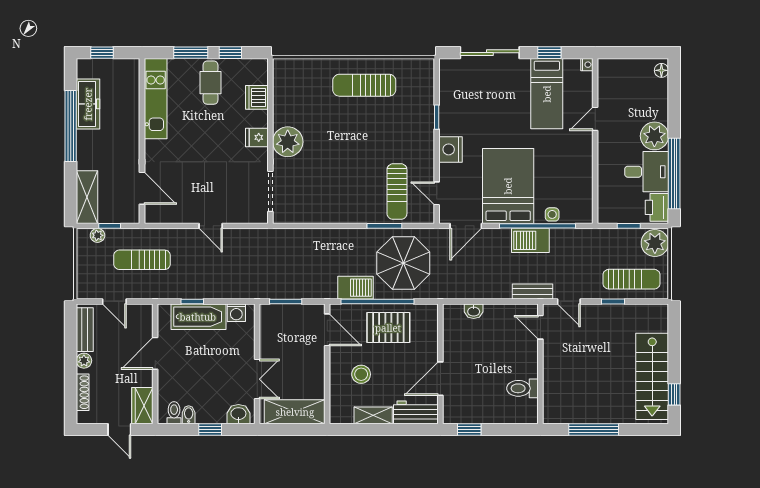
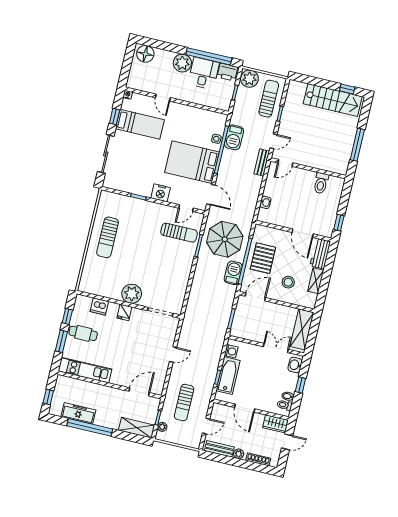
floor lamp: (661, 70) -> (145, 54), width x1.89, depth x1.89
barbecue: (530, 240) -> (234, 137), moved

